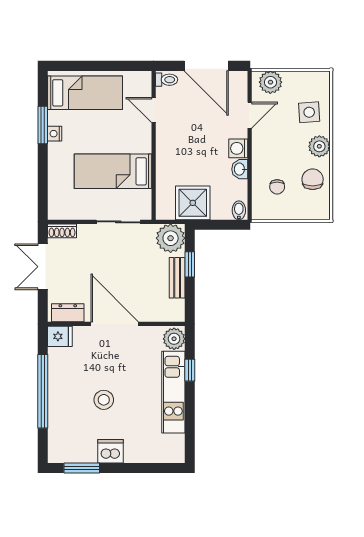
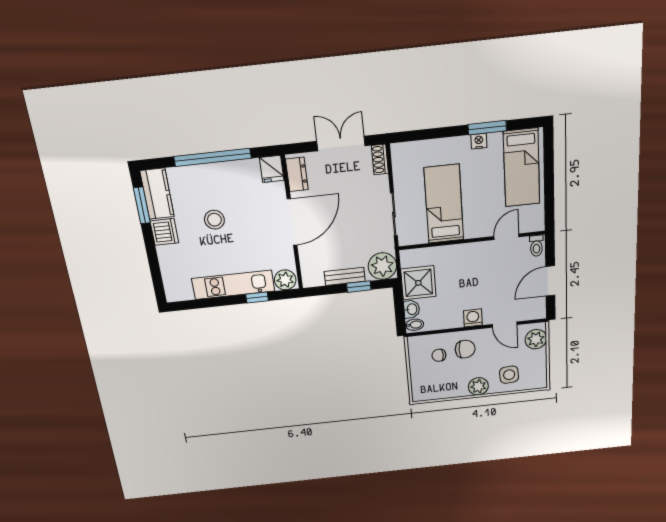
door: (206, 66) -> (550, 281), width x0.73
washbasin: (240, 169) -> (412, 309), moved, turned 90
chair: (313, 179) -> (465, 349), moved
kitchen counter: (72, 451) -> (157, 194), added

